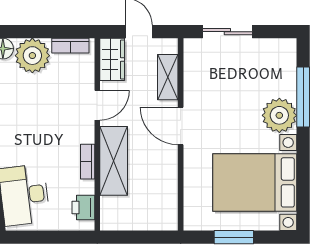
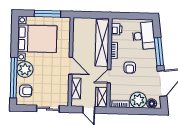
armchair: (276, 69) -> (26, 91), added
window: (303, 97) -> (14, 78), width x1.46
armchair: (53, 125) -> (130, 68), added
shelving: (114, 161) -> (102, 43), width x1.47
window: (234, 237) -> (47, 14), width x1.44

